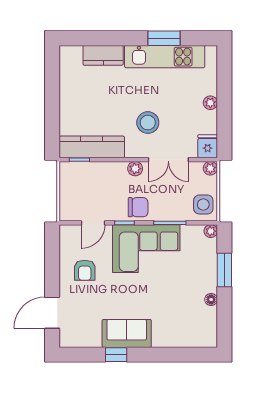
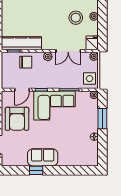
stool: (148, 123) -> (76, 18), moved
chair: (138, 207) -> (26, 62), moved
armchair: (85, 270) -> (17, 119), width x1.88, depth x1.88

